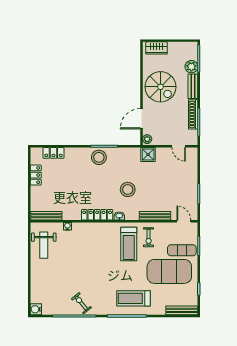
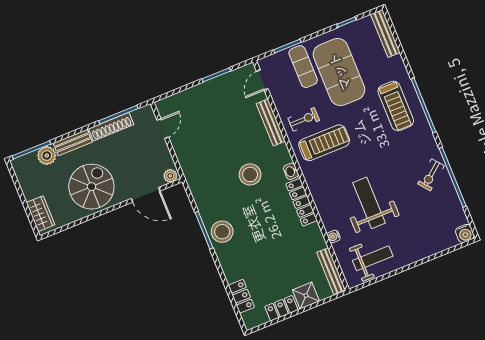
shower: (148, 155) -> (306, 296), moved
weight bench: (79, 257) -> (369, 203), added

